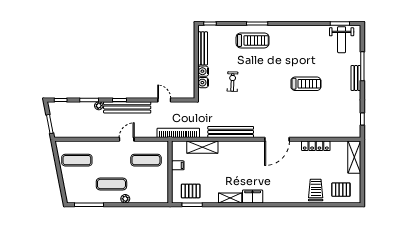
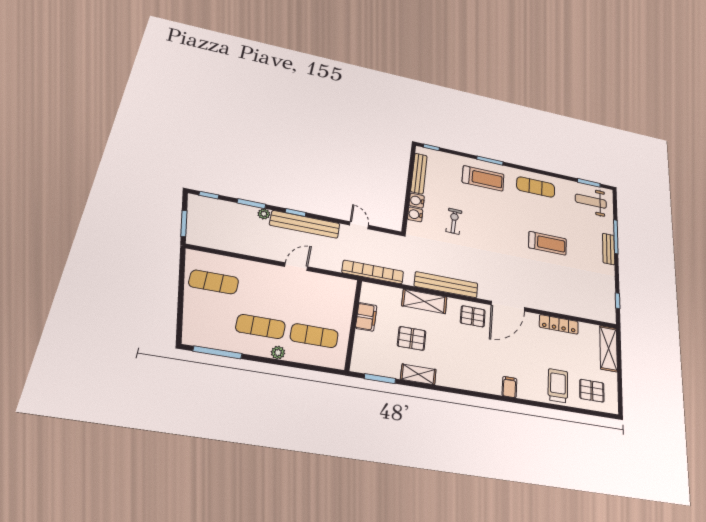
exercise mat: (295, 38) -> (536, 187), added
weight bench: (342, 40) -> (591, 201), turned 90
shelving: (202, 147) -> (424, 301), moved
pallet: (252, 152) -> (473, 316), added
exercise mat: (146, 160) -> (314, 336), moved
filing cabinet: (178, 165) -> (366, 317), width x2.00
pallet: (191, 191) -> (412, 338), moved
filing cabinet: (253, 197) -> (509, 387), moved, width x0.50
shelving: (230, 198) -> (418, 374), moved

